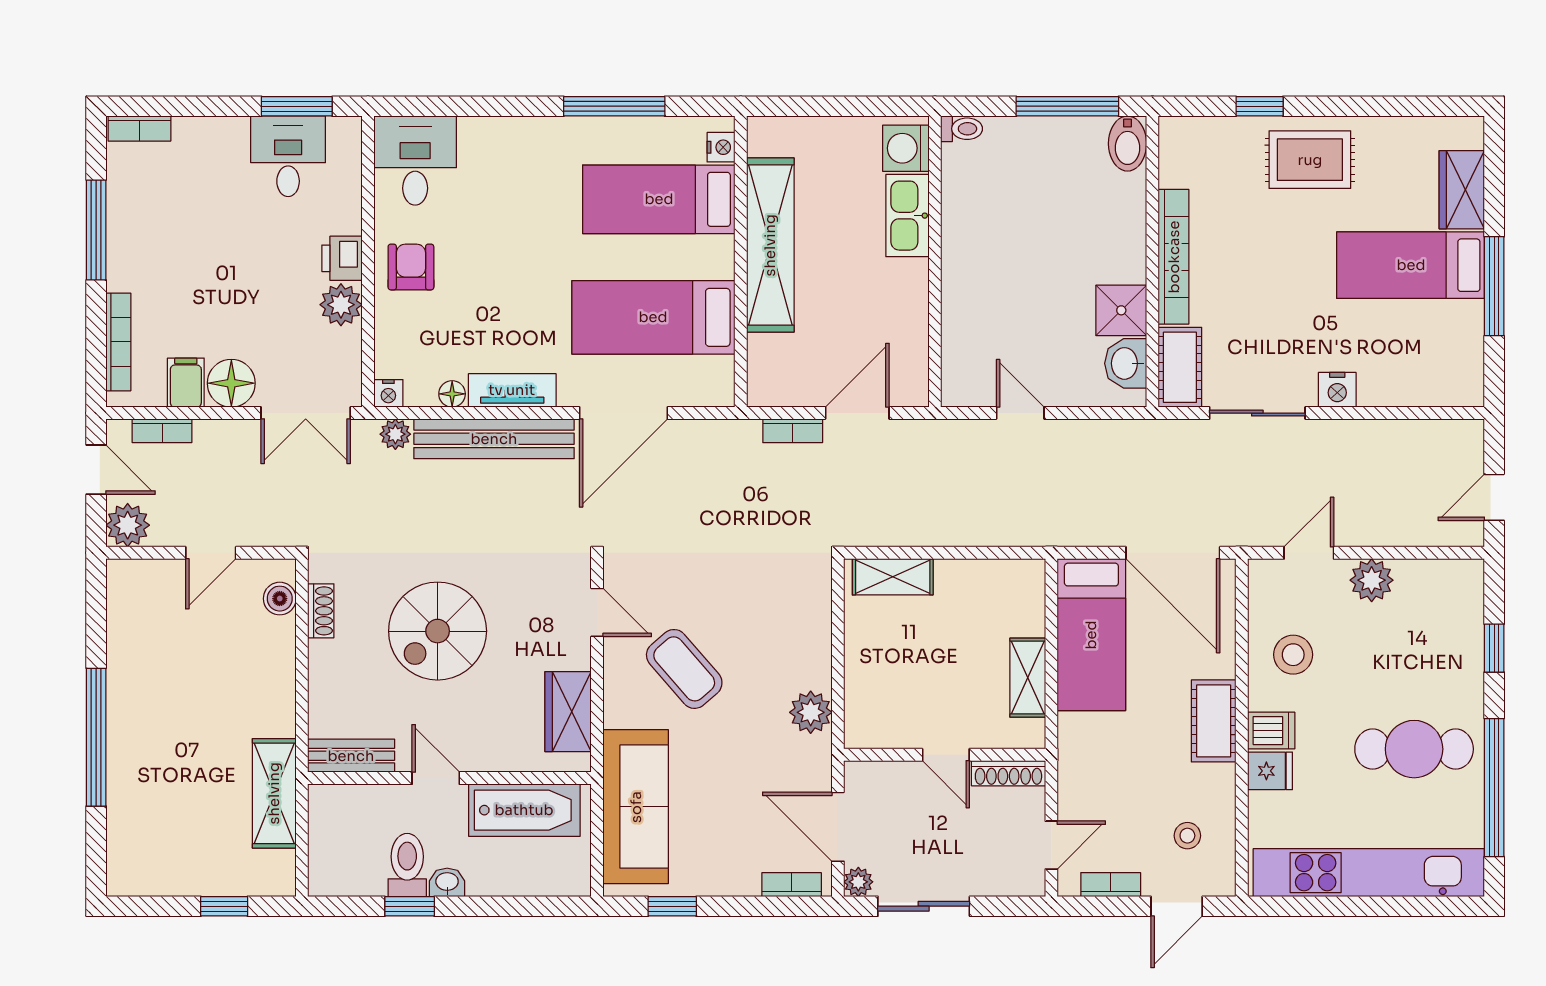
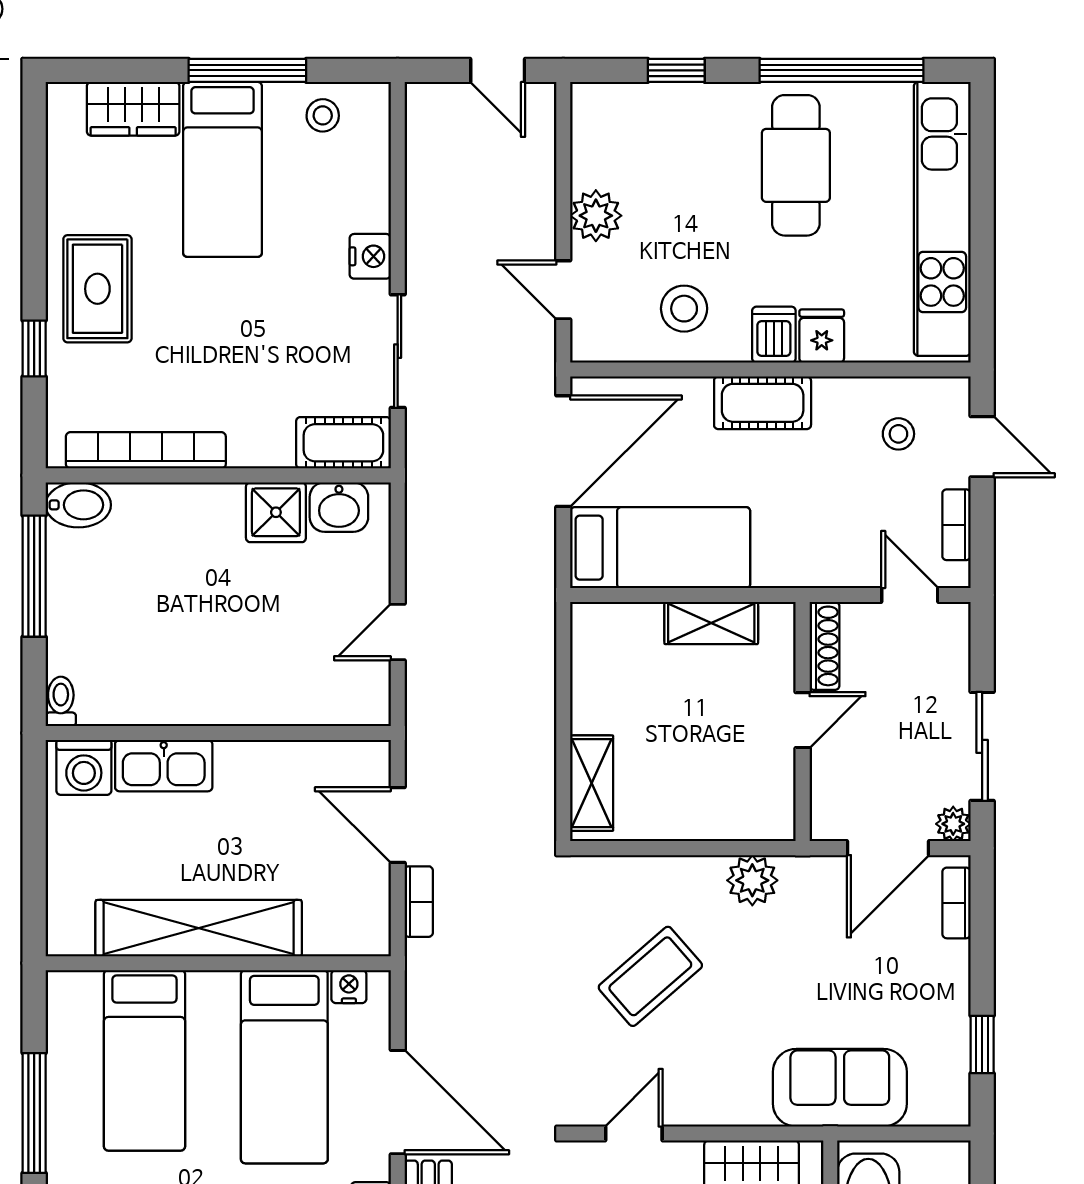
nightstand: (721, 147) -> (349, 987), moved
bookcase: (1174, 257) -> (146, 450), moved
stool: (1456, 350) -> (323, 115), added
coffee table: (684, 669) -> (650, 976), moved
sofa: (636, 807) -> (840, 1088), width x0.73

